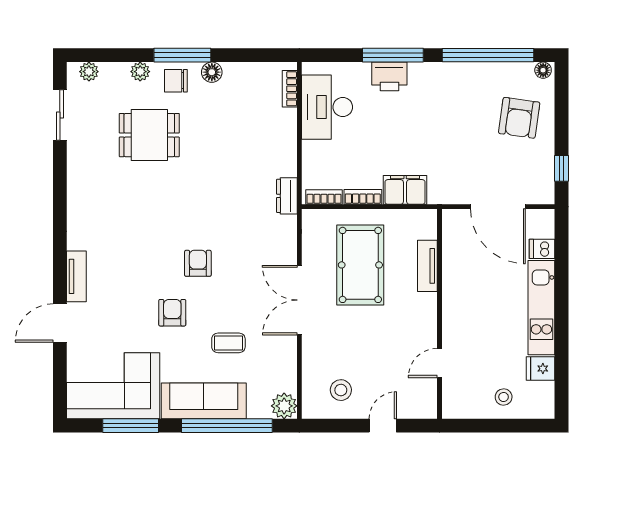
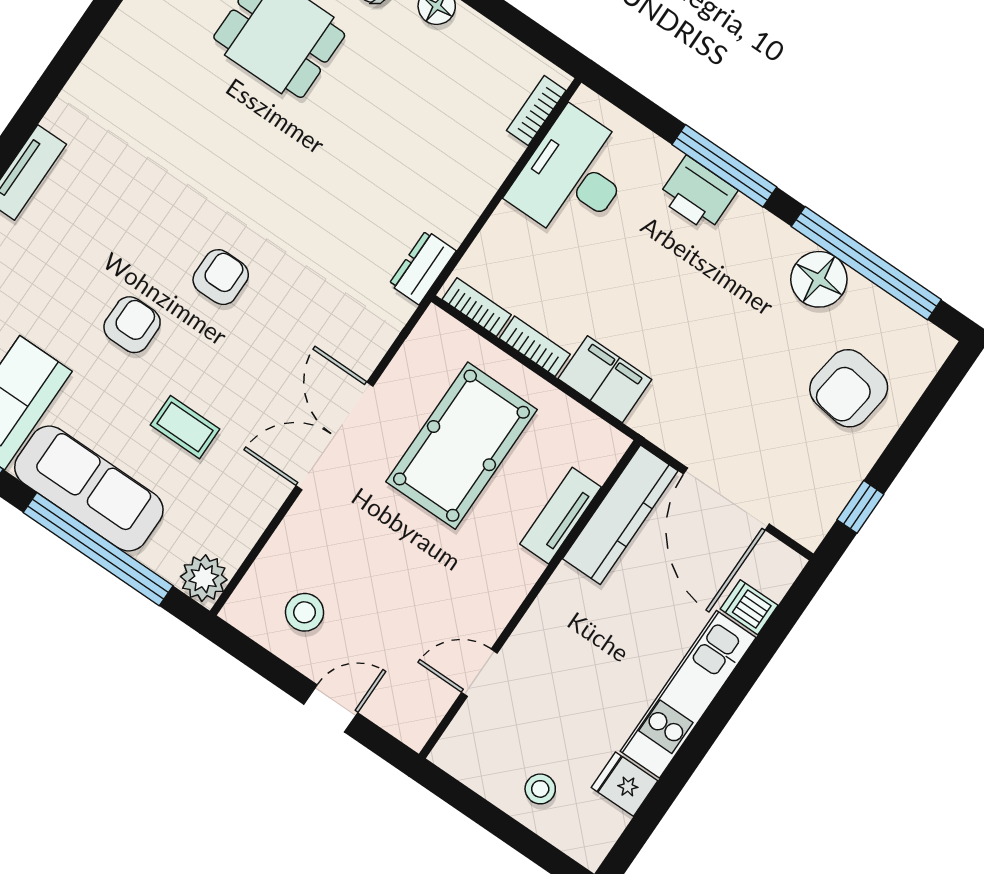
floor lamp: (543, 70) -> (819, 279), moved, width x1.89, depth x1.89
kitchen counter: (454, 247) -> (620, 515), added

